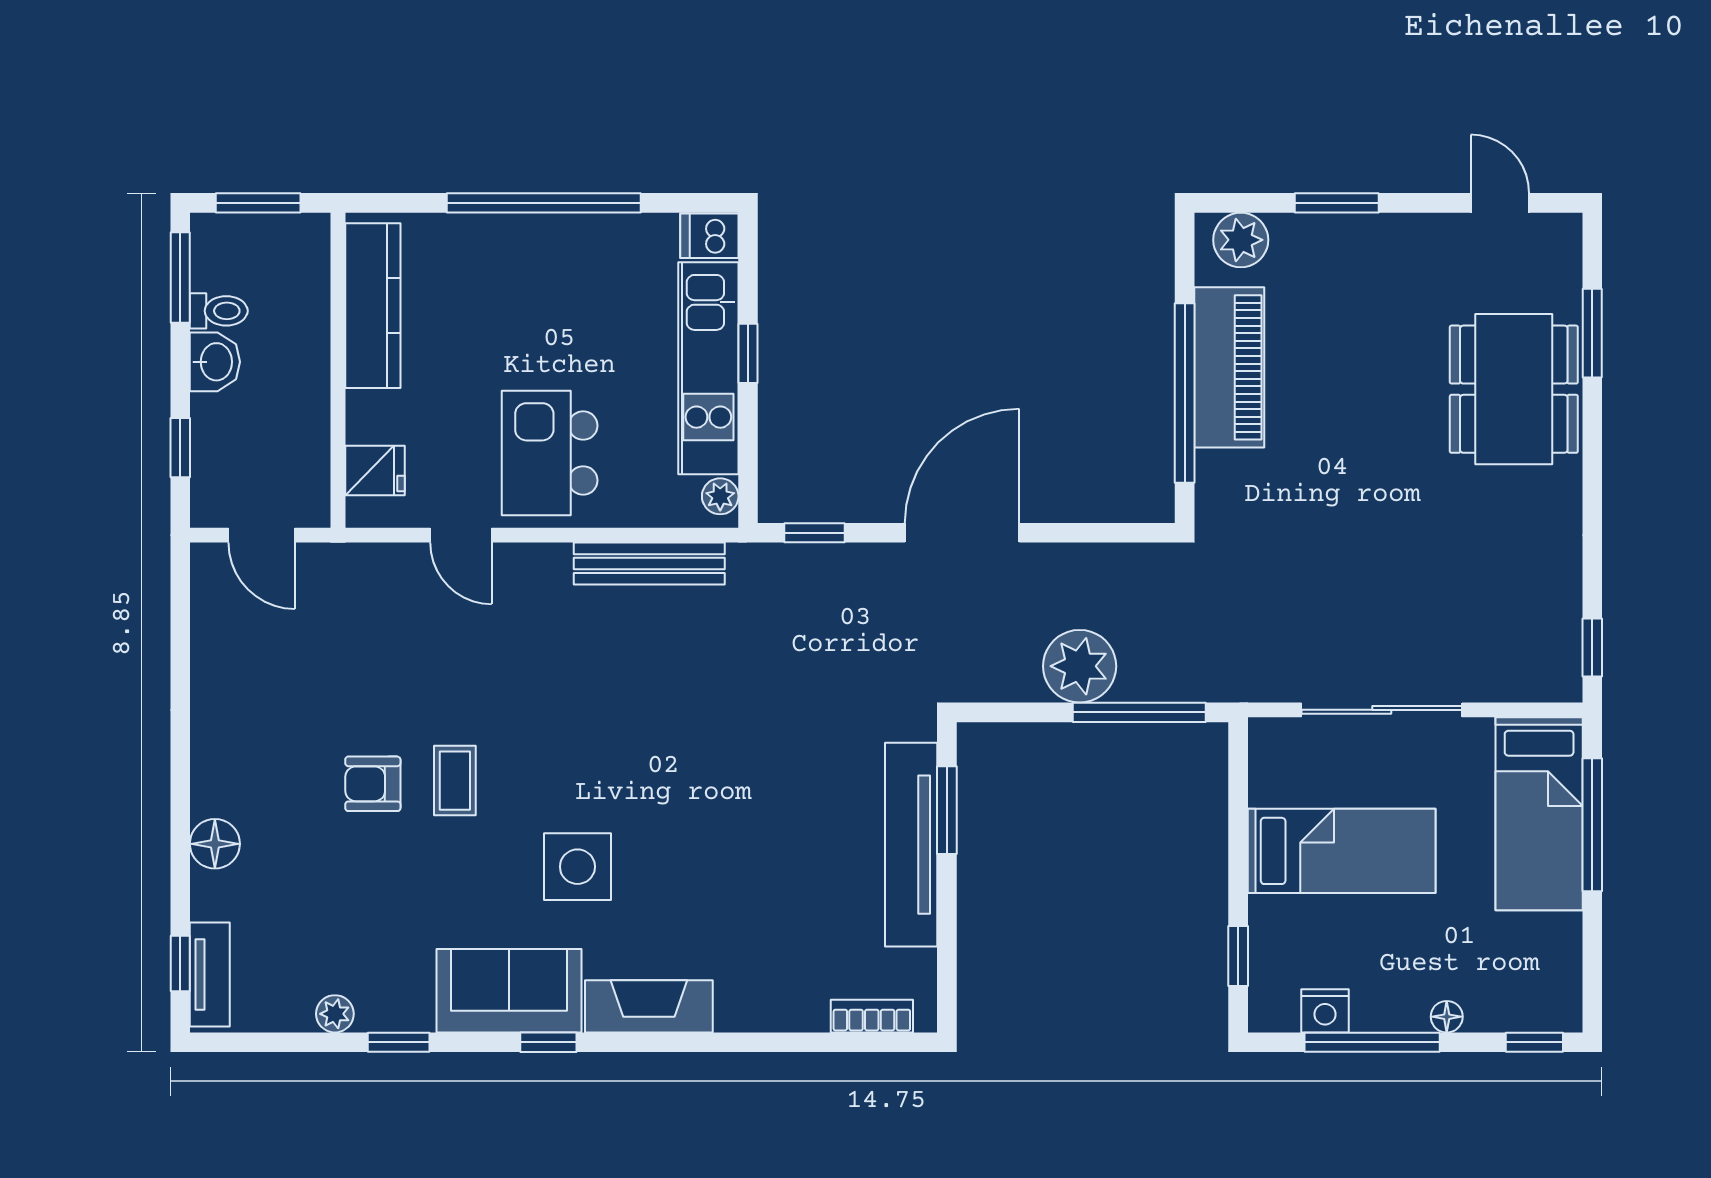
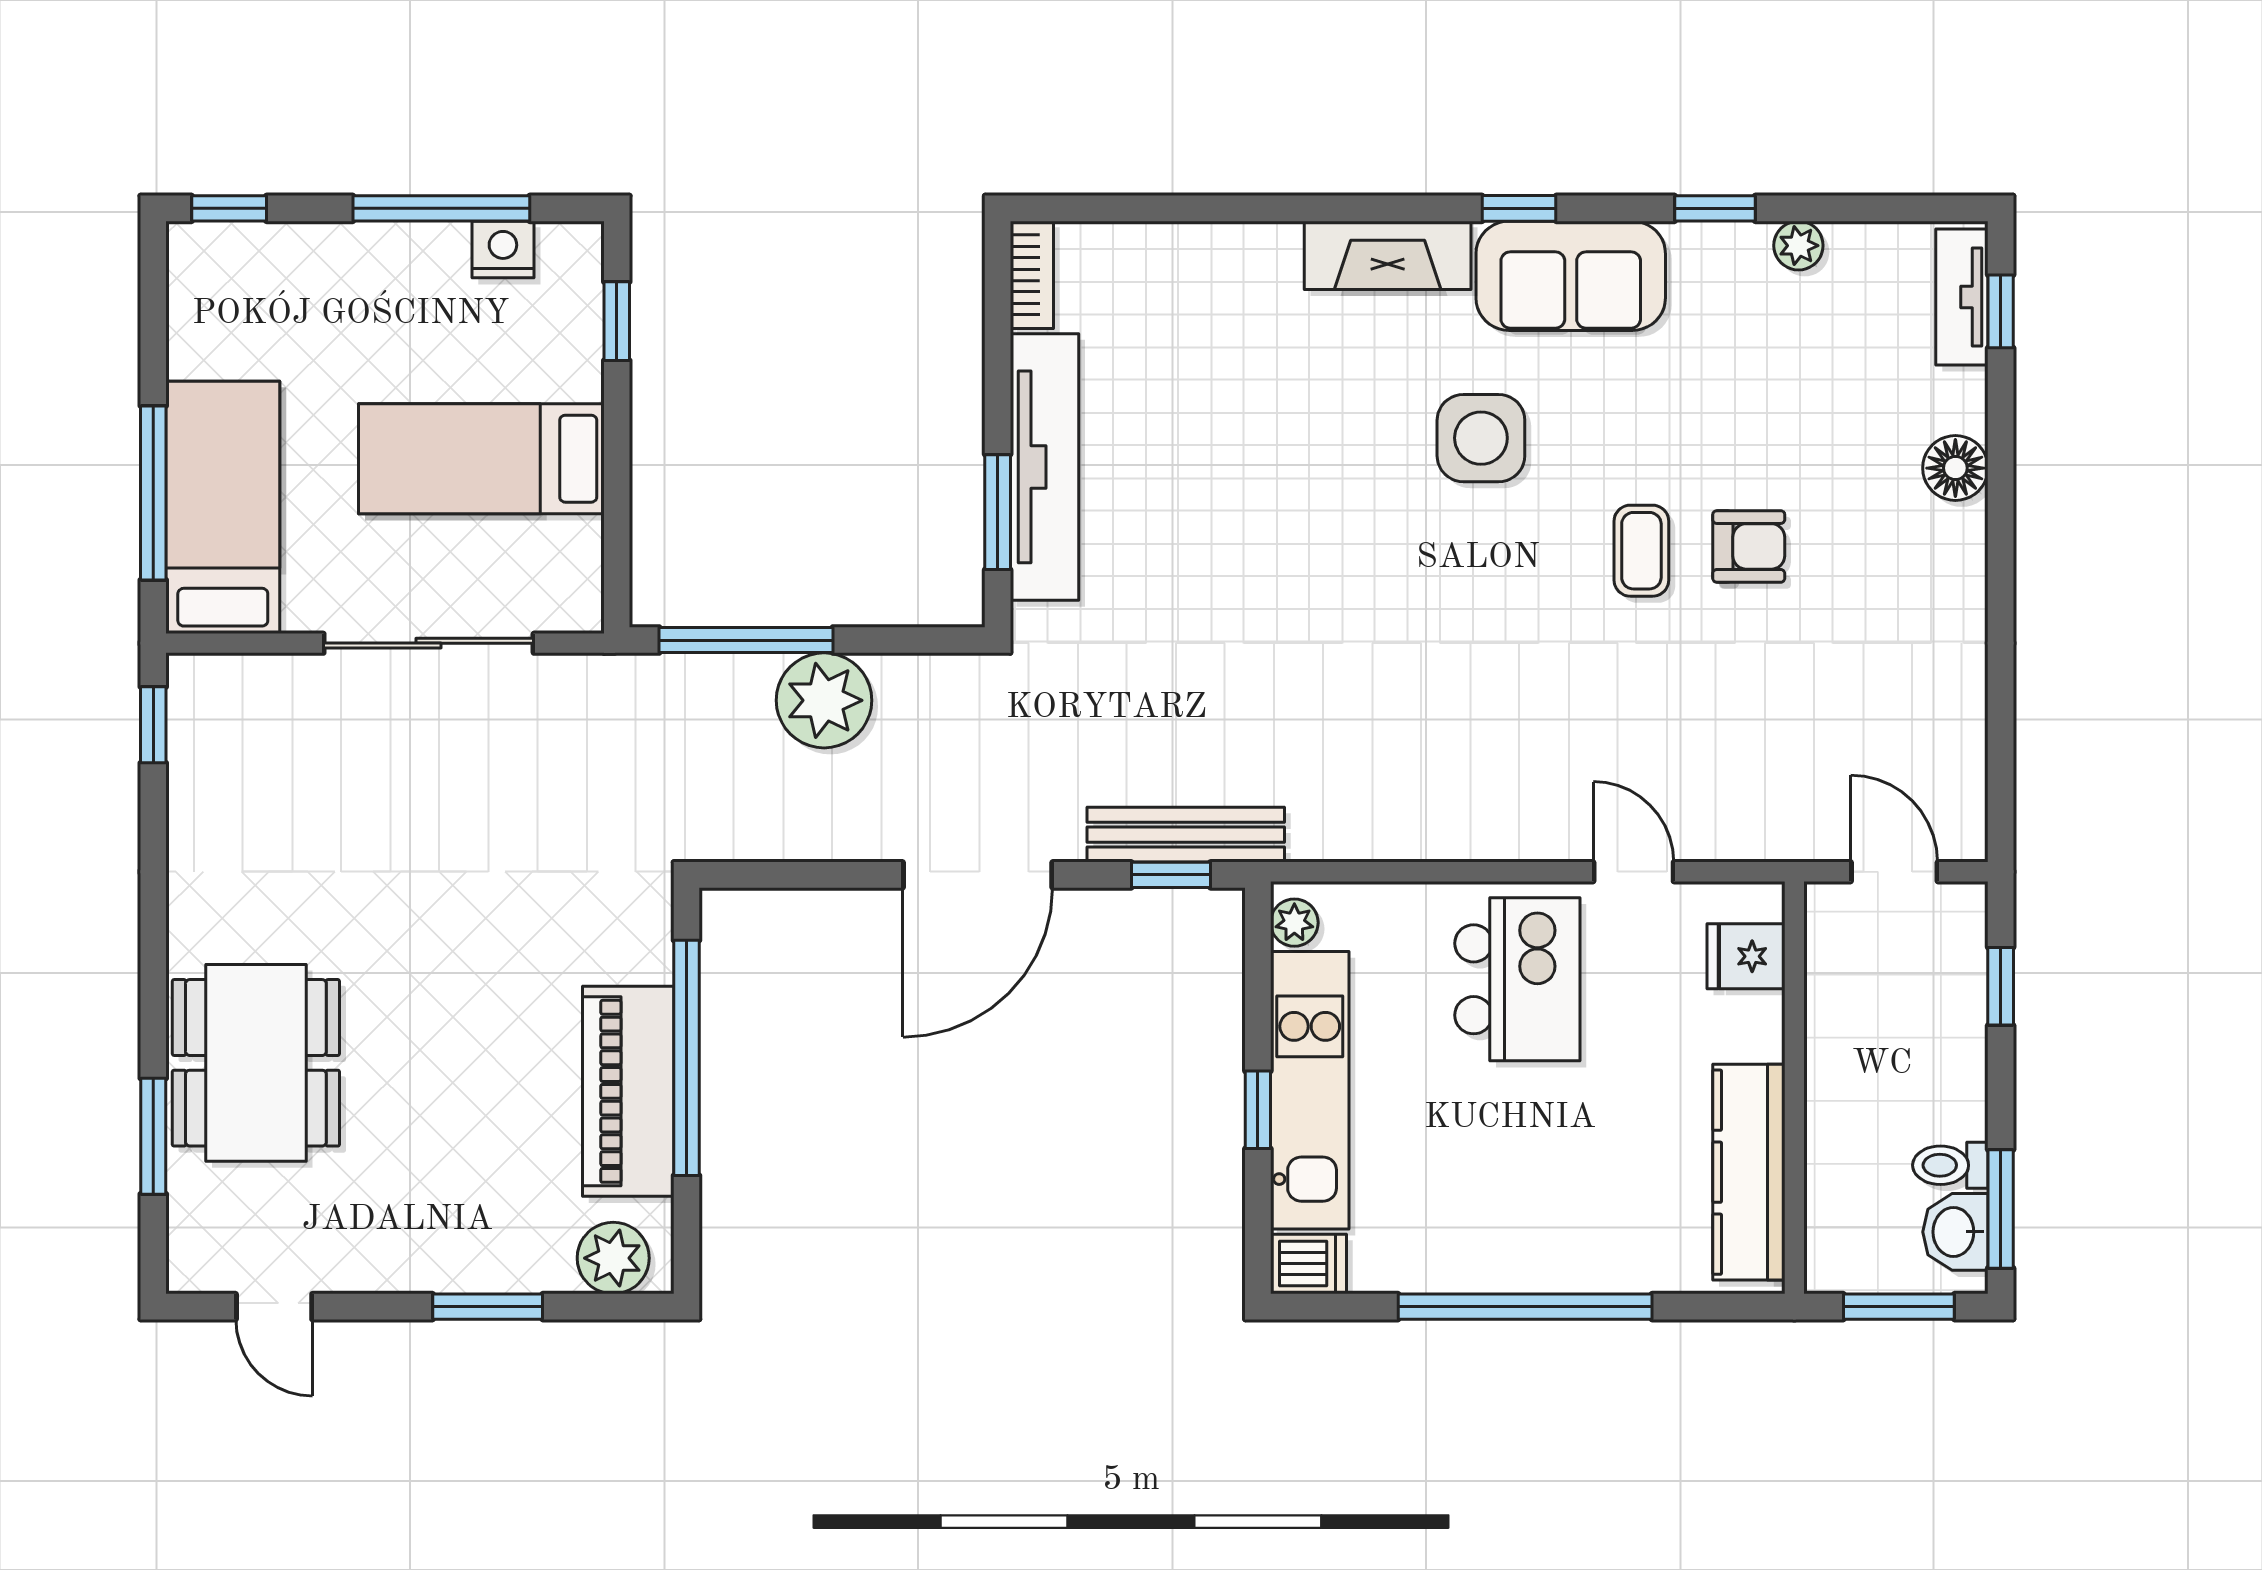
washbasin: (215, 362) -> (1955, 1232), moved
bench: (649, 564) -> (1186, 835), moved
bookcase: (872, 1016) -> (1032, 275), moved, turned -90
floor lamp: (1447, 1017) -> (344, 242), removed

